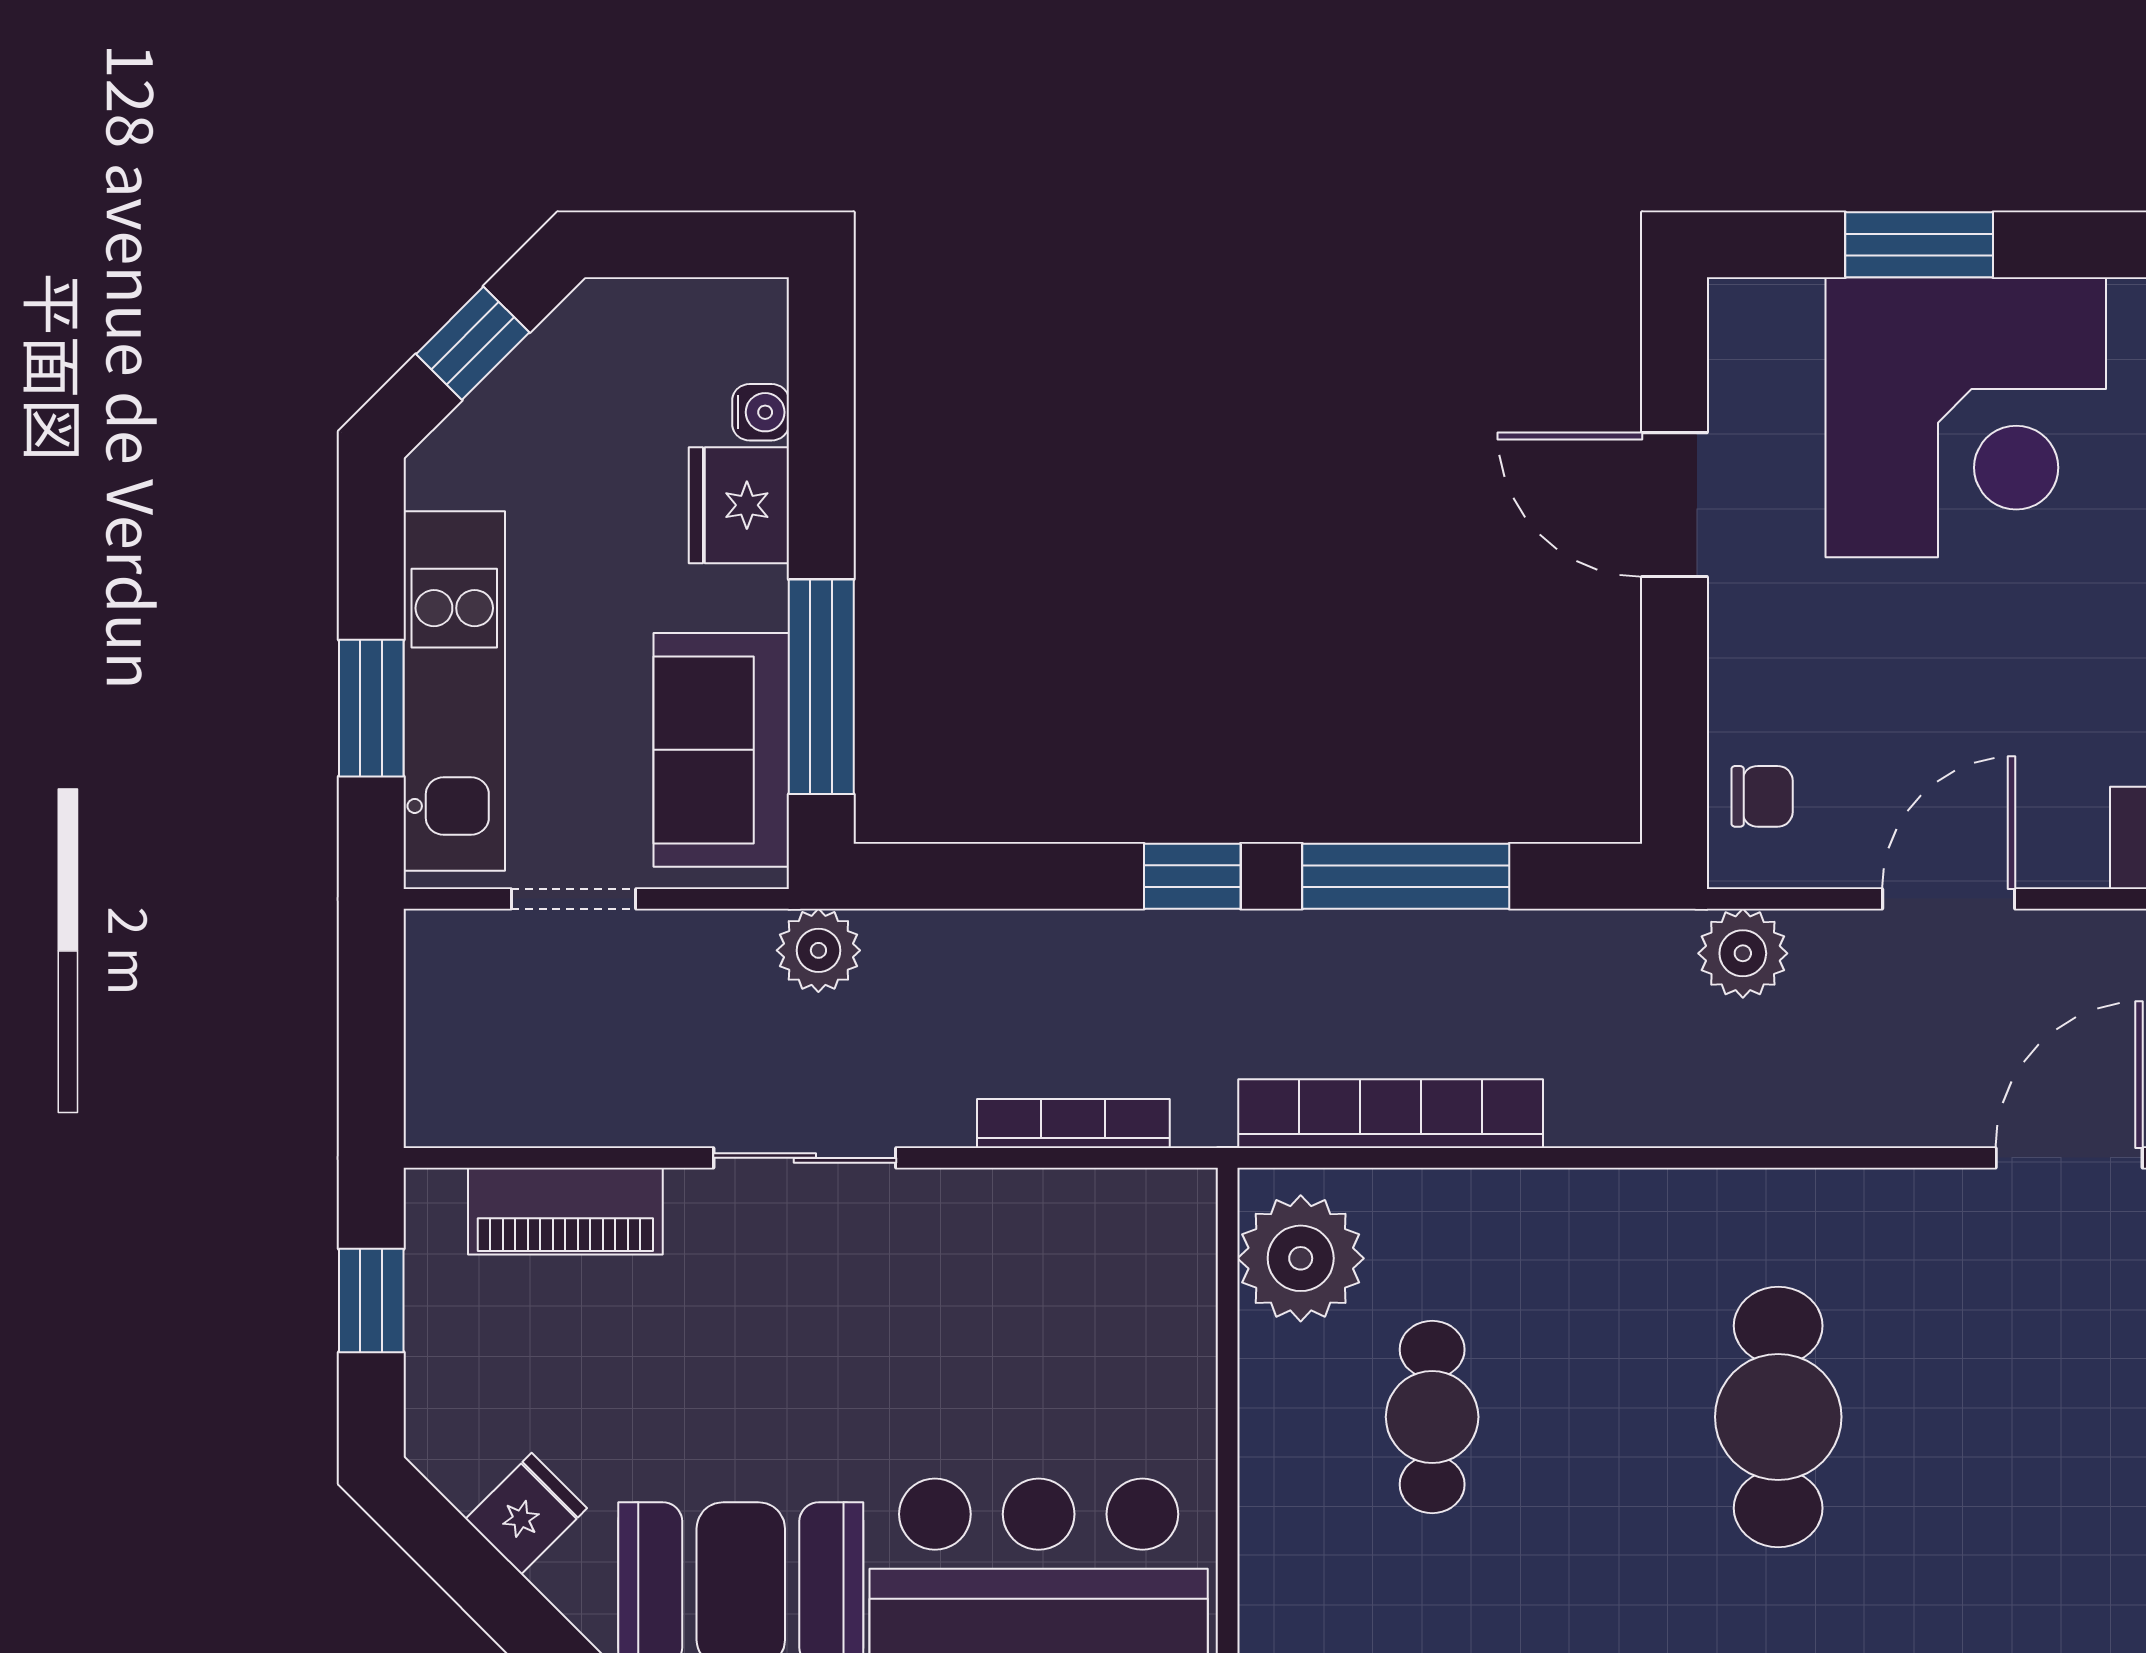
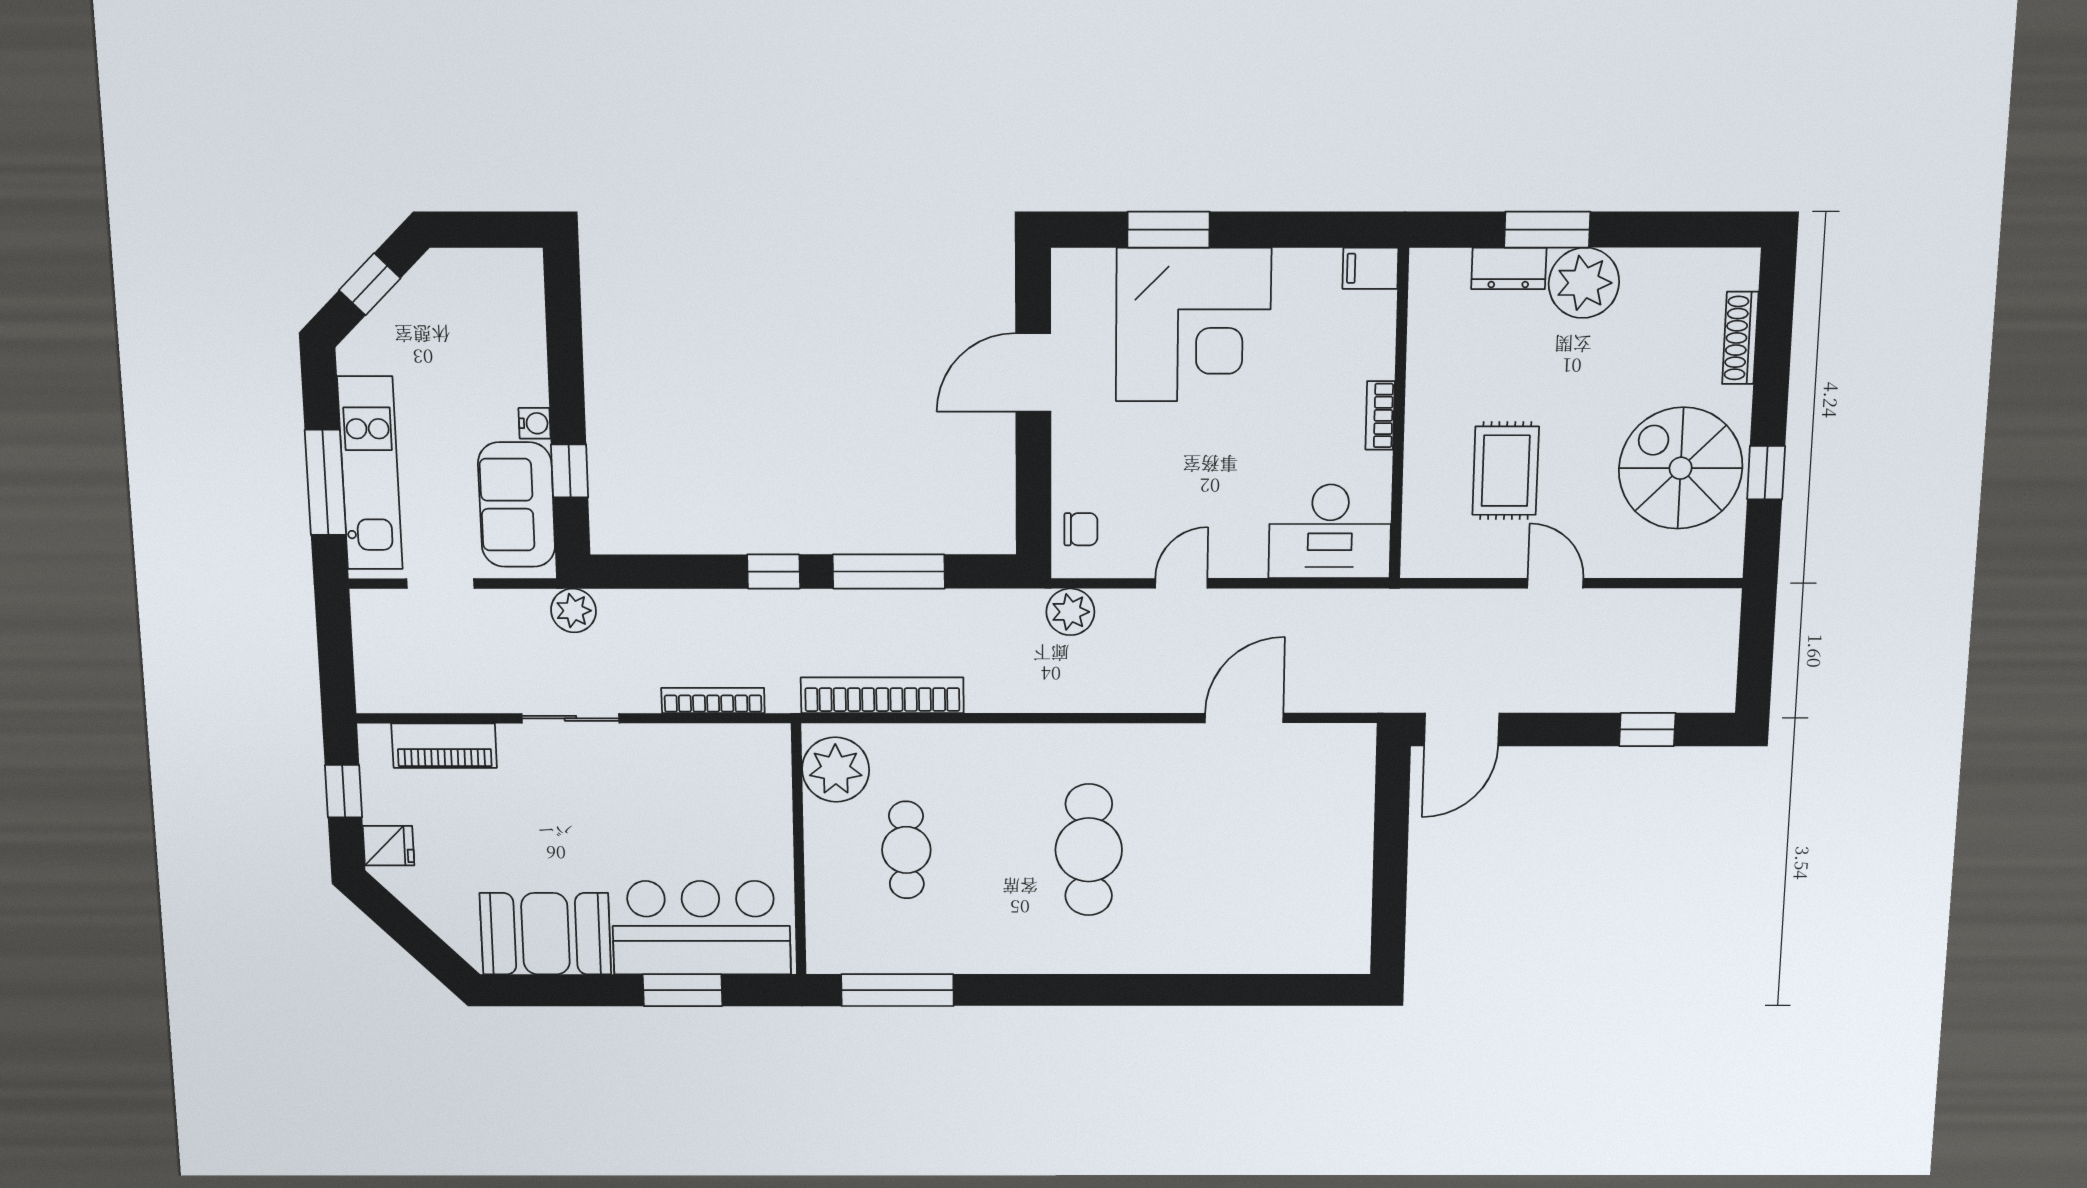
water cooler: (761, 412) -> (535, 423), moved
fridge: (739, 505) -> (521, 373), removed
door: (1675, 505) -> (1033, 373), hinge flipped
window: (821, 687) -> (570, 471), width x0.46
window: (371, 708) -> (325, 482), width x1.44
door: (1949, 899) -> (1181, 583), width x0.73
fridge: (526, 1514) -> (389, 846), moved, turned 45

